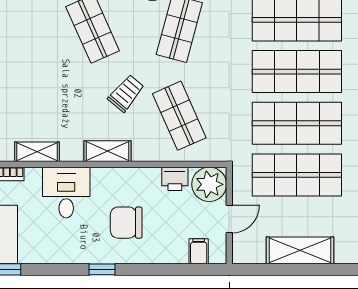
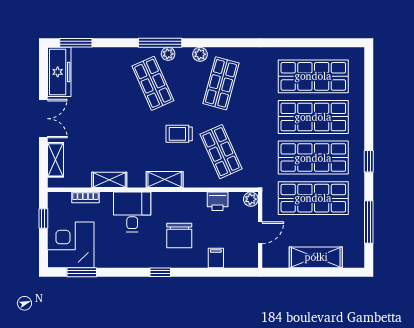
trolley: (126, 93) -> (179, 134), turned -130
plant: (209, 184) -> (251, 199), width x0.53, depth x0.53
chair: (126, 223) -> (179, 236), turned -90
filing cabinet: (199, 251) -> (216, 258), moved

